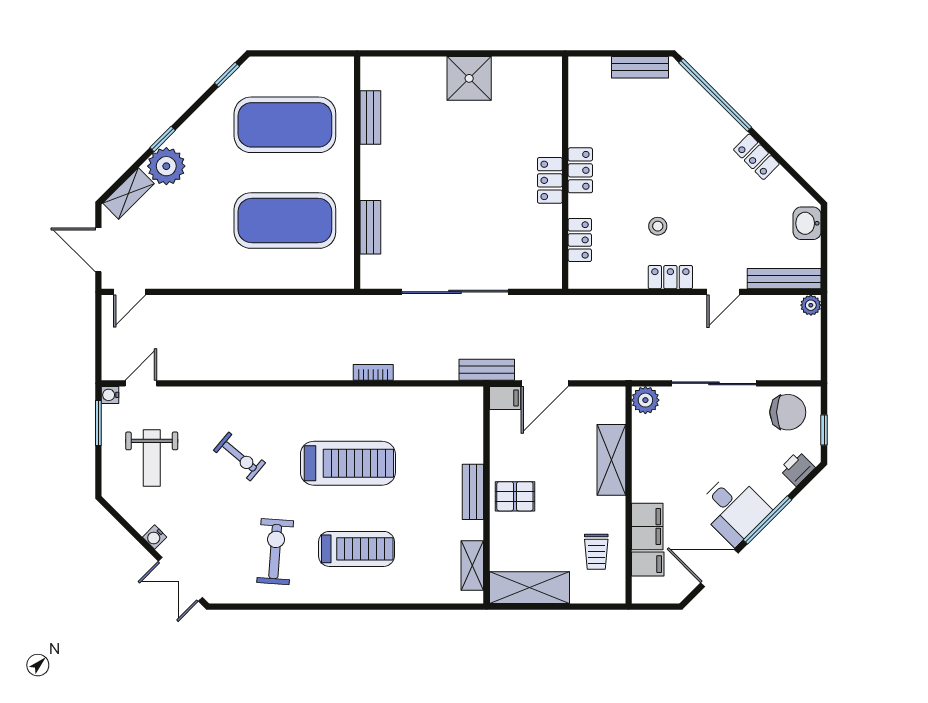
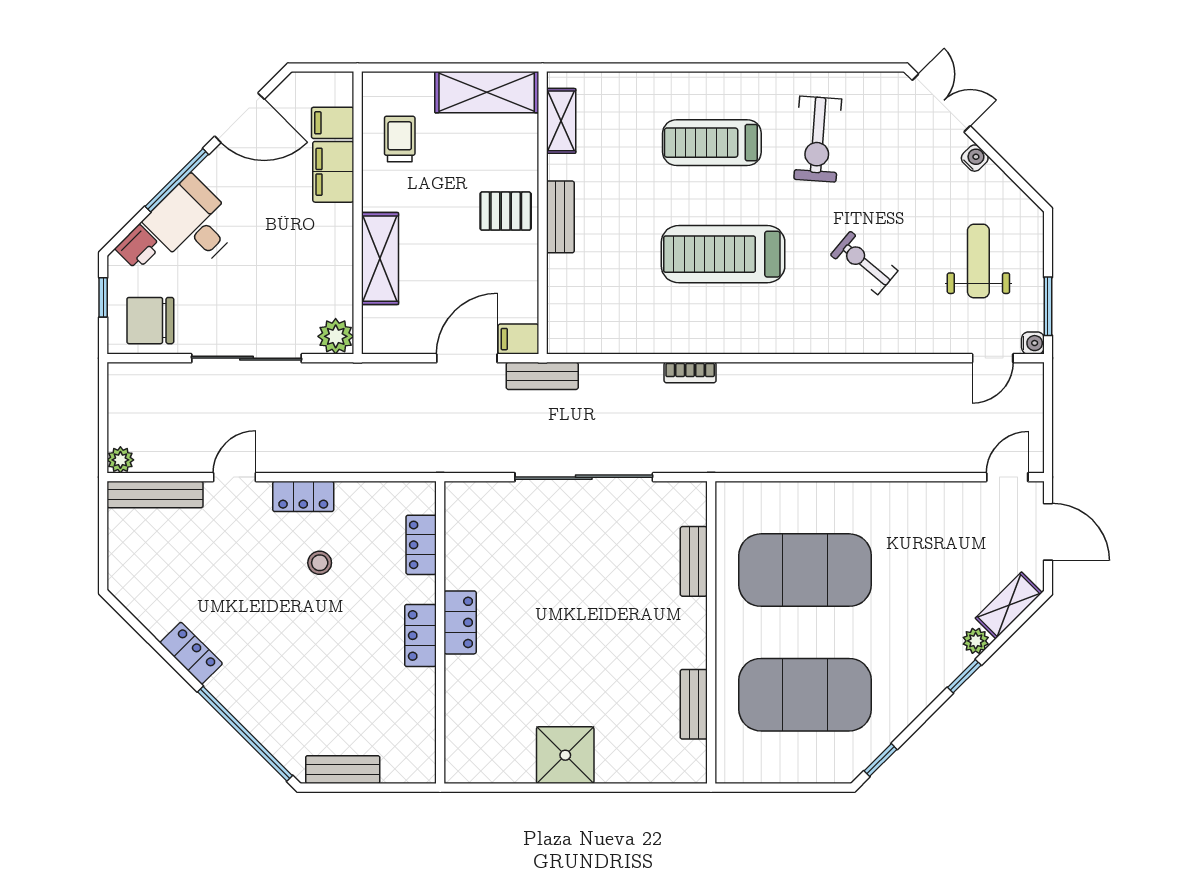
plant: (166, 166) -> (976, 641), width x0.53, depth x0.53
washbasin: (807, 223) -> (125, 567), removed
desk: (733, 509) -> (193, 224), moved

